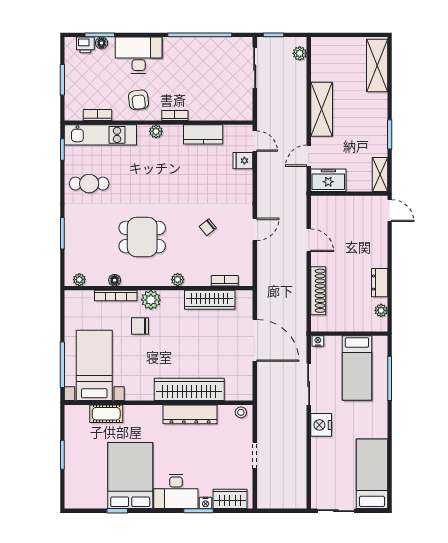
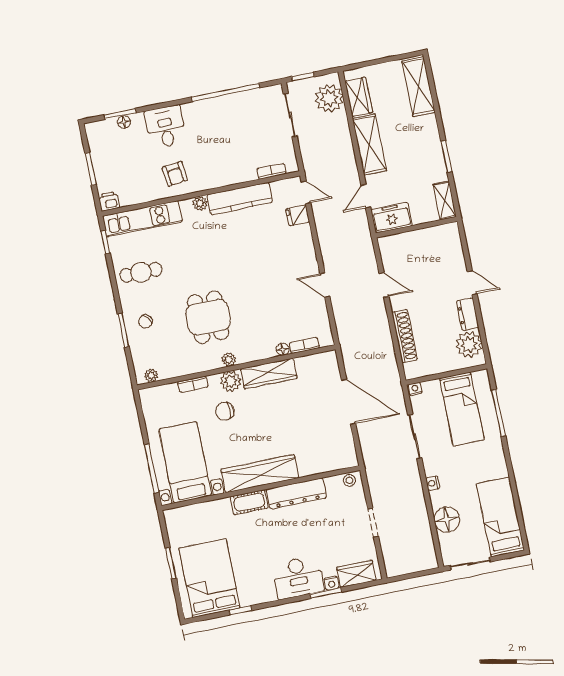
printer: (85, 45) -> (109, 201), moved, turned 180
plant: (300, 53) -> (329, 98), width x1.87, depth x1.87
desk: (139, 55) -> (165, 127), width x0.73
wardrobe: (321, 64) -> (359, 97), added
bookcase: (97, 115) -> (135, 199), removed
bookcase: (175, 115) -> (271, 171), moved
kitchen counter: (203, 134) -> (240, 198), width x1.50
door: (390, 211) -> (472, 283), moved
chair: (208, 227) -> (145, 321), moved
door: (255, 229) -> (325, 285), swing flipped
dining table: (142, 237) -> (208, 317), turned 90
floor lamp: (115, 280) -> (283, 349), moved
plant: (178, 280) -> (229, 360), moved
bookcase: (116, 295) -> (193, 384), width x0.64
wardrobe: (210, 300) -> (269, 374), moved
plant: (381, 310) -> (469, 345), width x1.88, depth x1.88
wardrobe: (189, 389) -> (260, 474), moved
cot: (106, 414) -> (249, 502), moved
nightstand: (321, 425) -> (433, 483), width x0.53, depth x0.56
floor lamp: (323, 466) -> (447, 519), added
bed: (130, 476) -> (209, 578), moved

